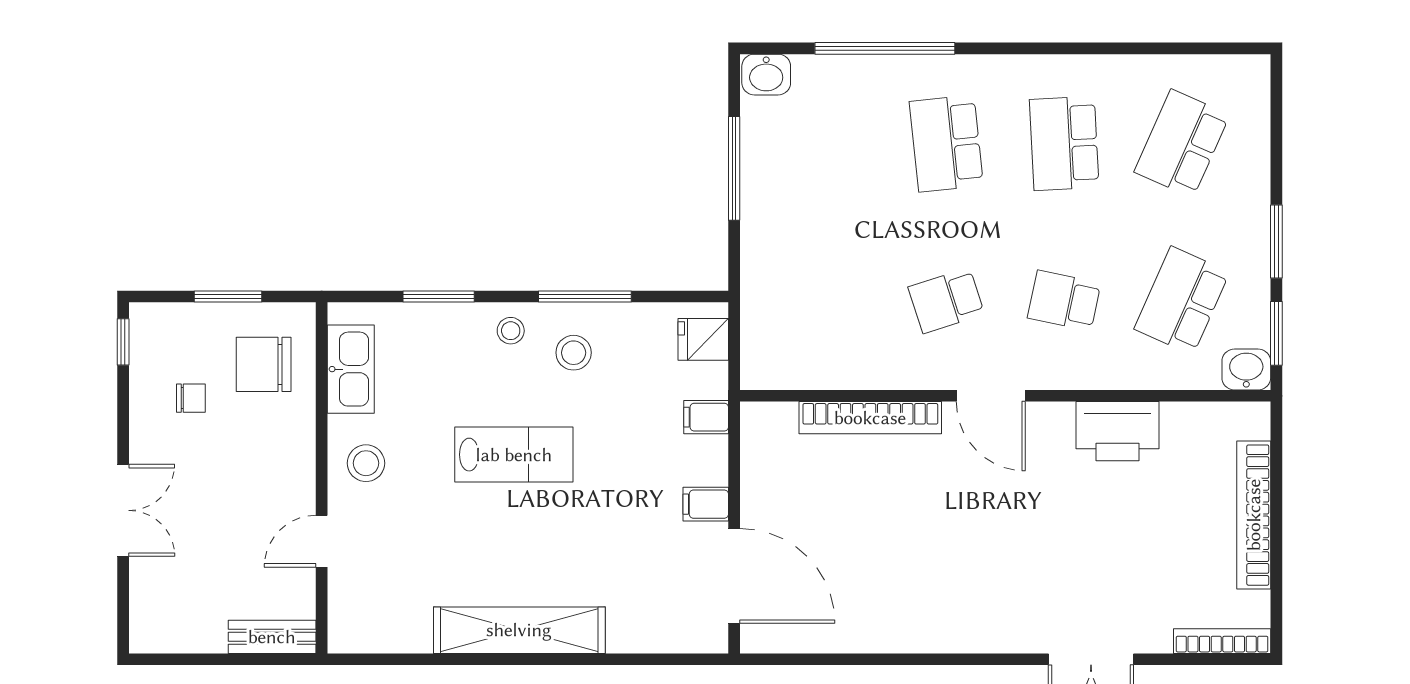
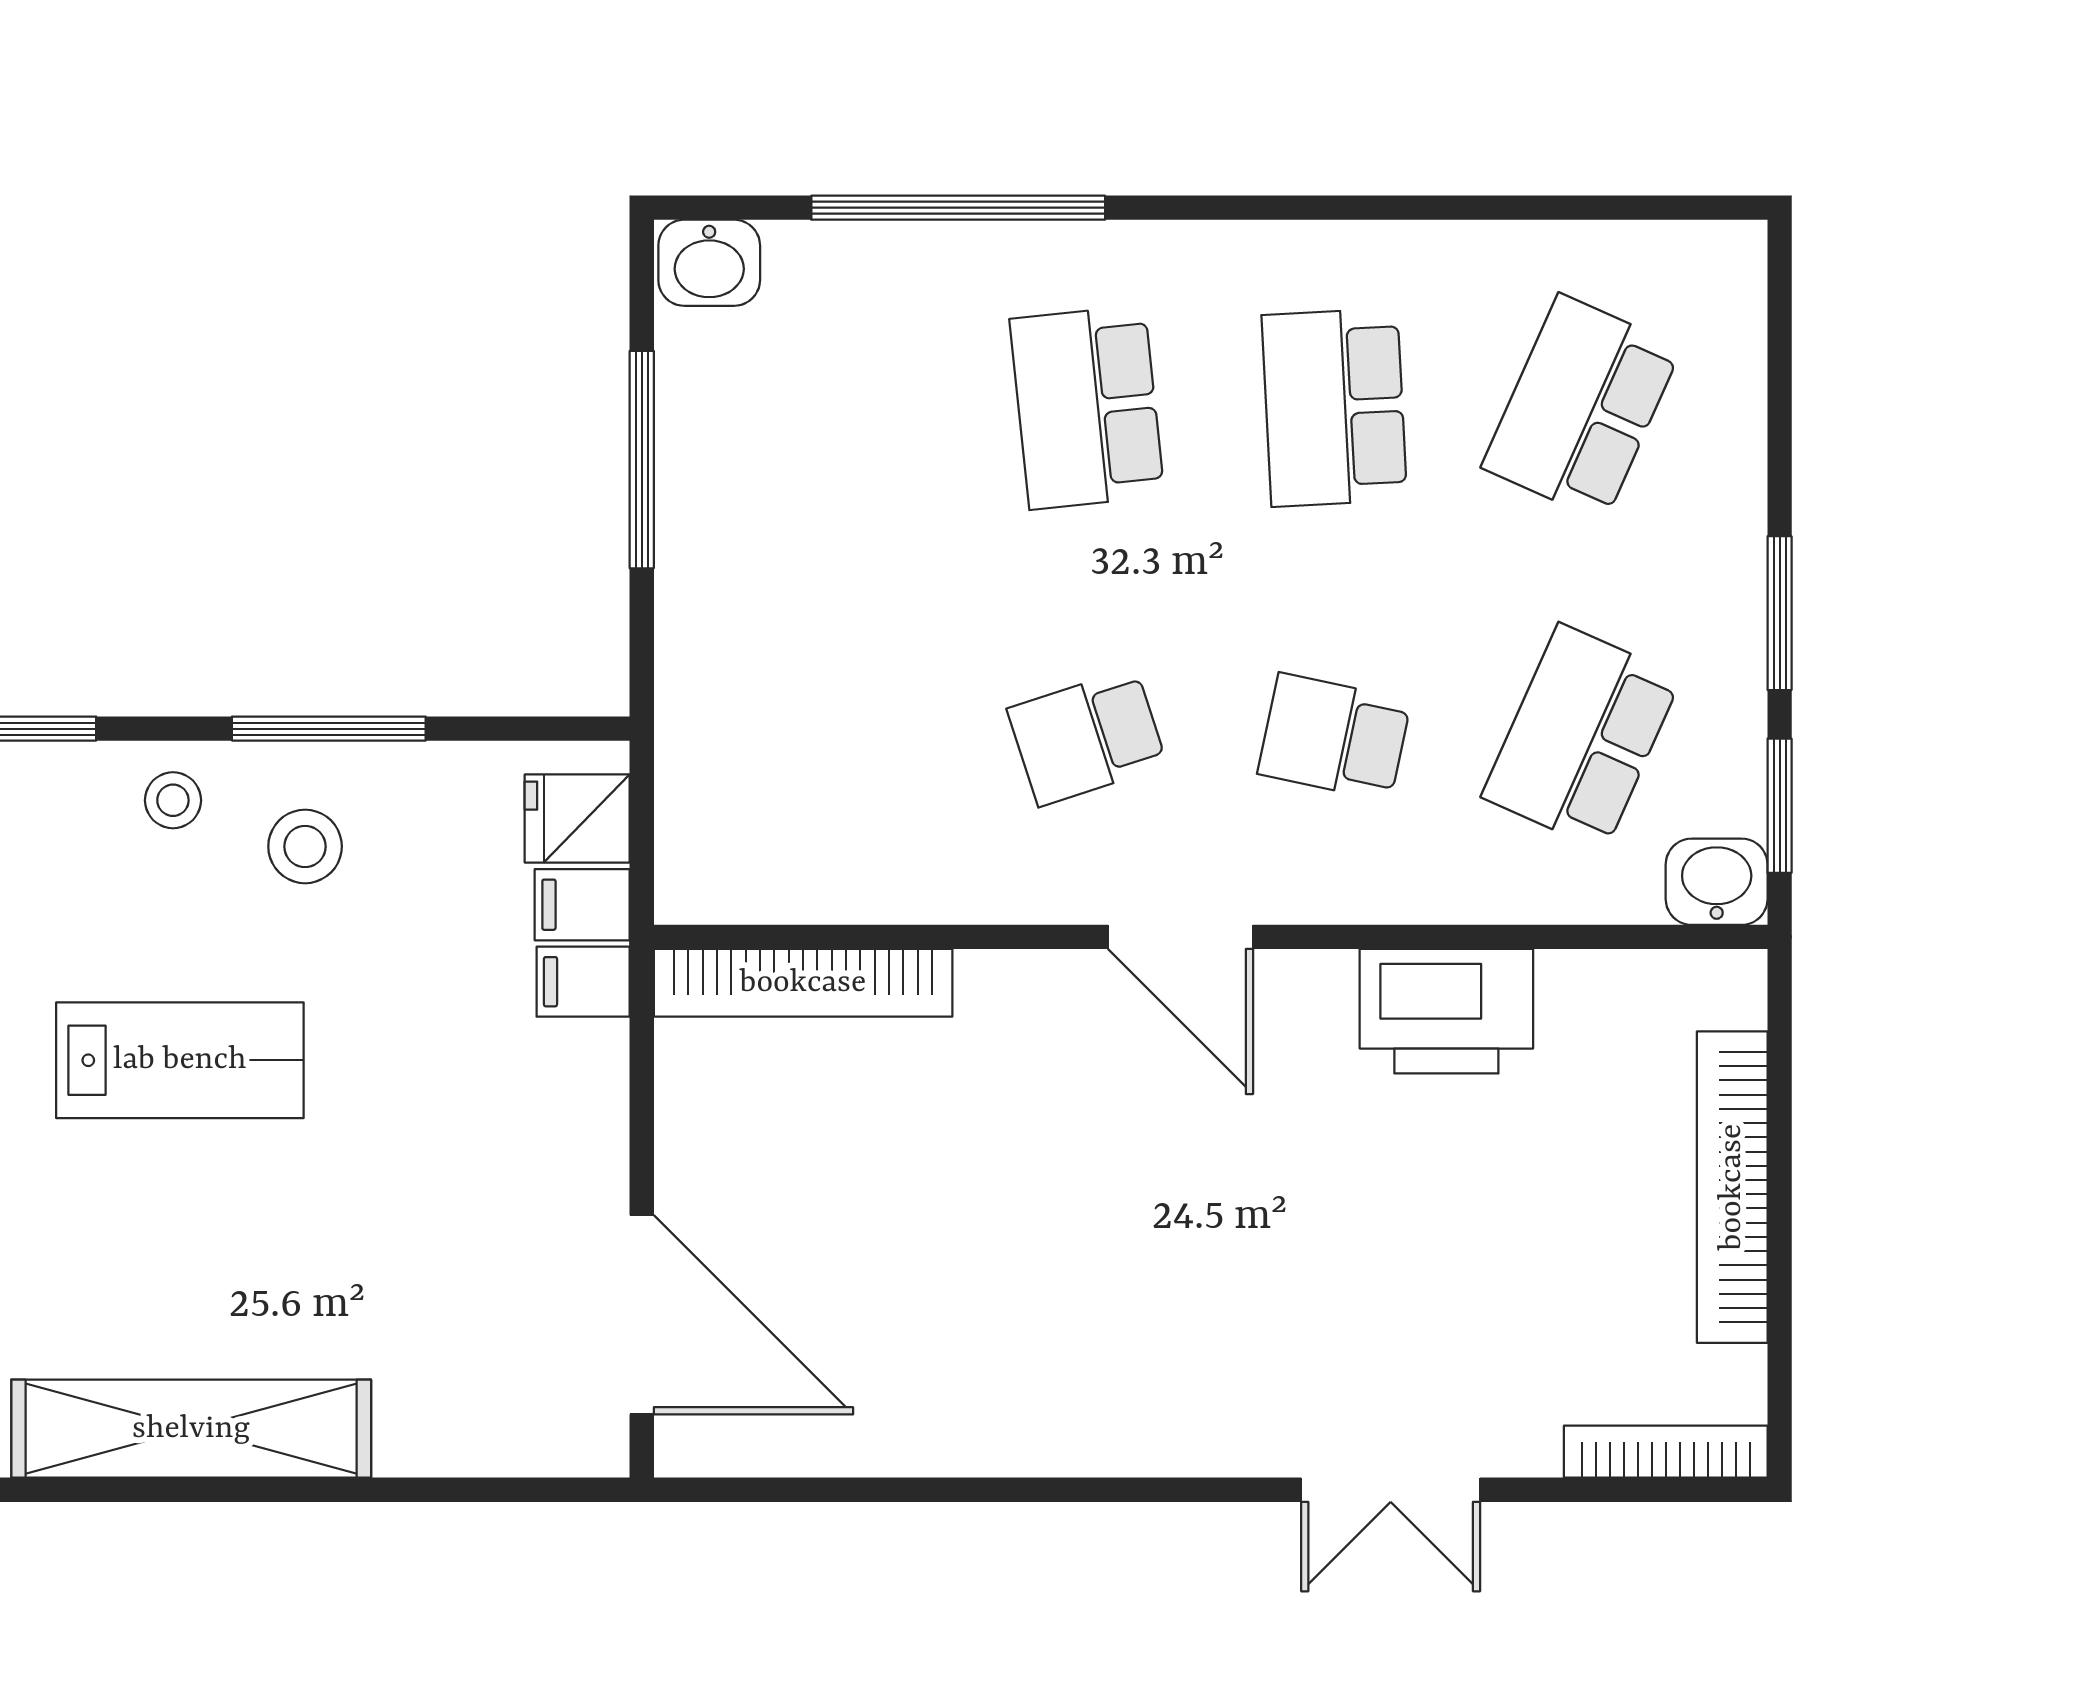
bookcase: (870, 418) -> (803, 983), moved
filing cabinet: (706, 504) -> (582, 905), moved

